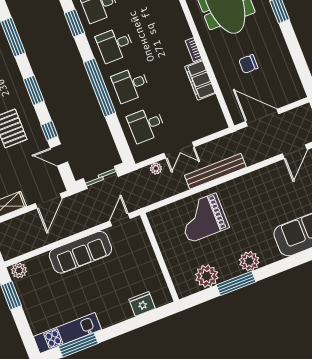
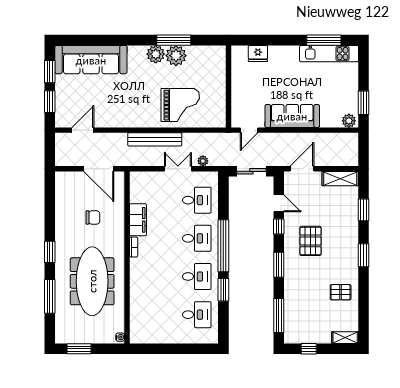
window: (74, 23) -> (223, 290), moved
plant: (207, 276) -> (176, 56), moved

